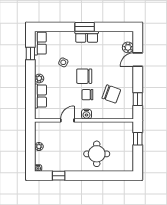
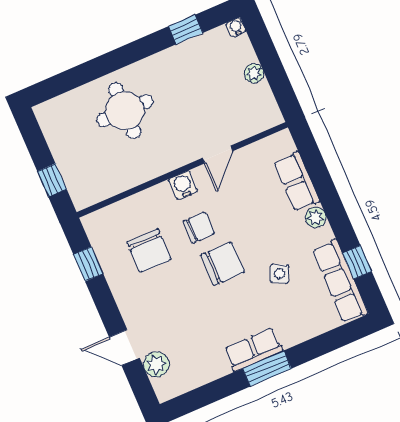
row of seats: (40, 43) -> (340, 281), width x1.48
door: (138, 60) -> (124, 347), swing flipped
chair: (111, 94) -> (149, 251), turned -110

